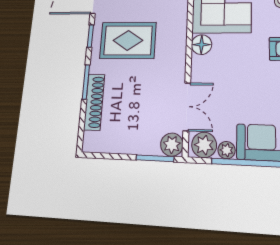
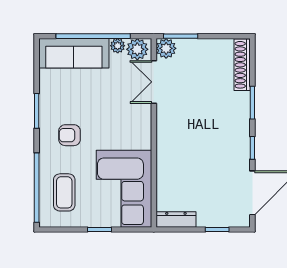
rug: (128, 40) -> (214, 143), removed
floor lamp: (201, 45) -> (142, 139), removed
shoe rack: (94, 102) -> (242, 65), moved

